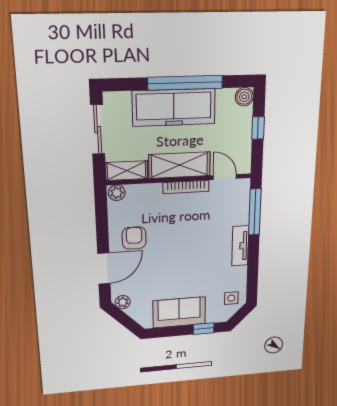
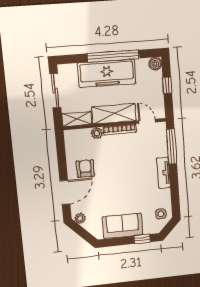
plant: (117, 193) -> (97, 133), moved

